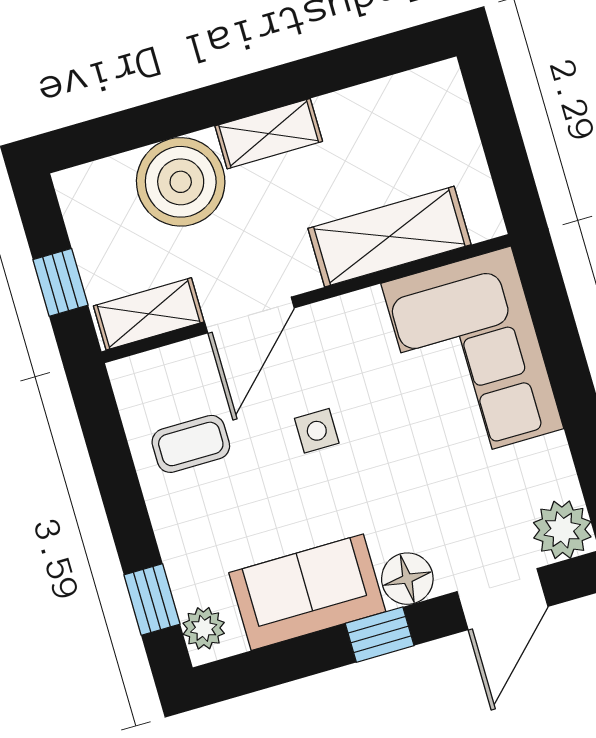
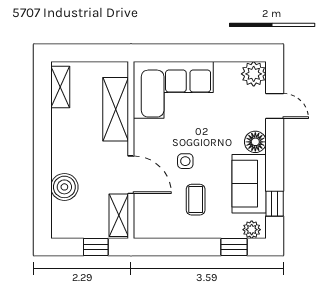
shelving: (269, 134) -> (60, 87), moved
boiler: (181, 182) -> (64, 187), width x0.73, depth x0.73
coffee table: (191, 444) -> (196, 200), moved
door: (502, 599) -> (275, 106), width x0.73
window: (380, 635) -> (275, 204), moved

